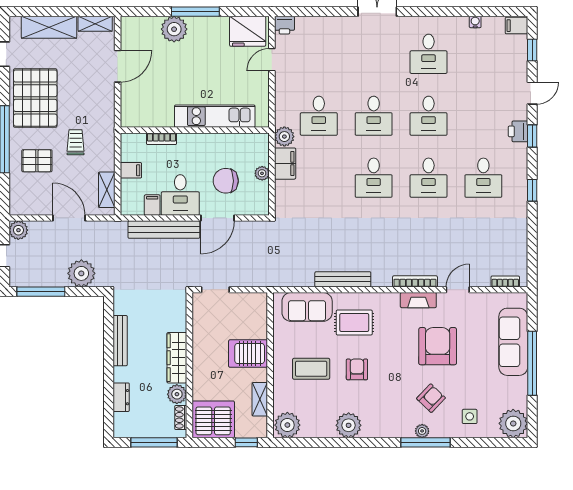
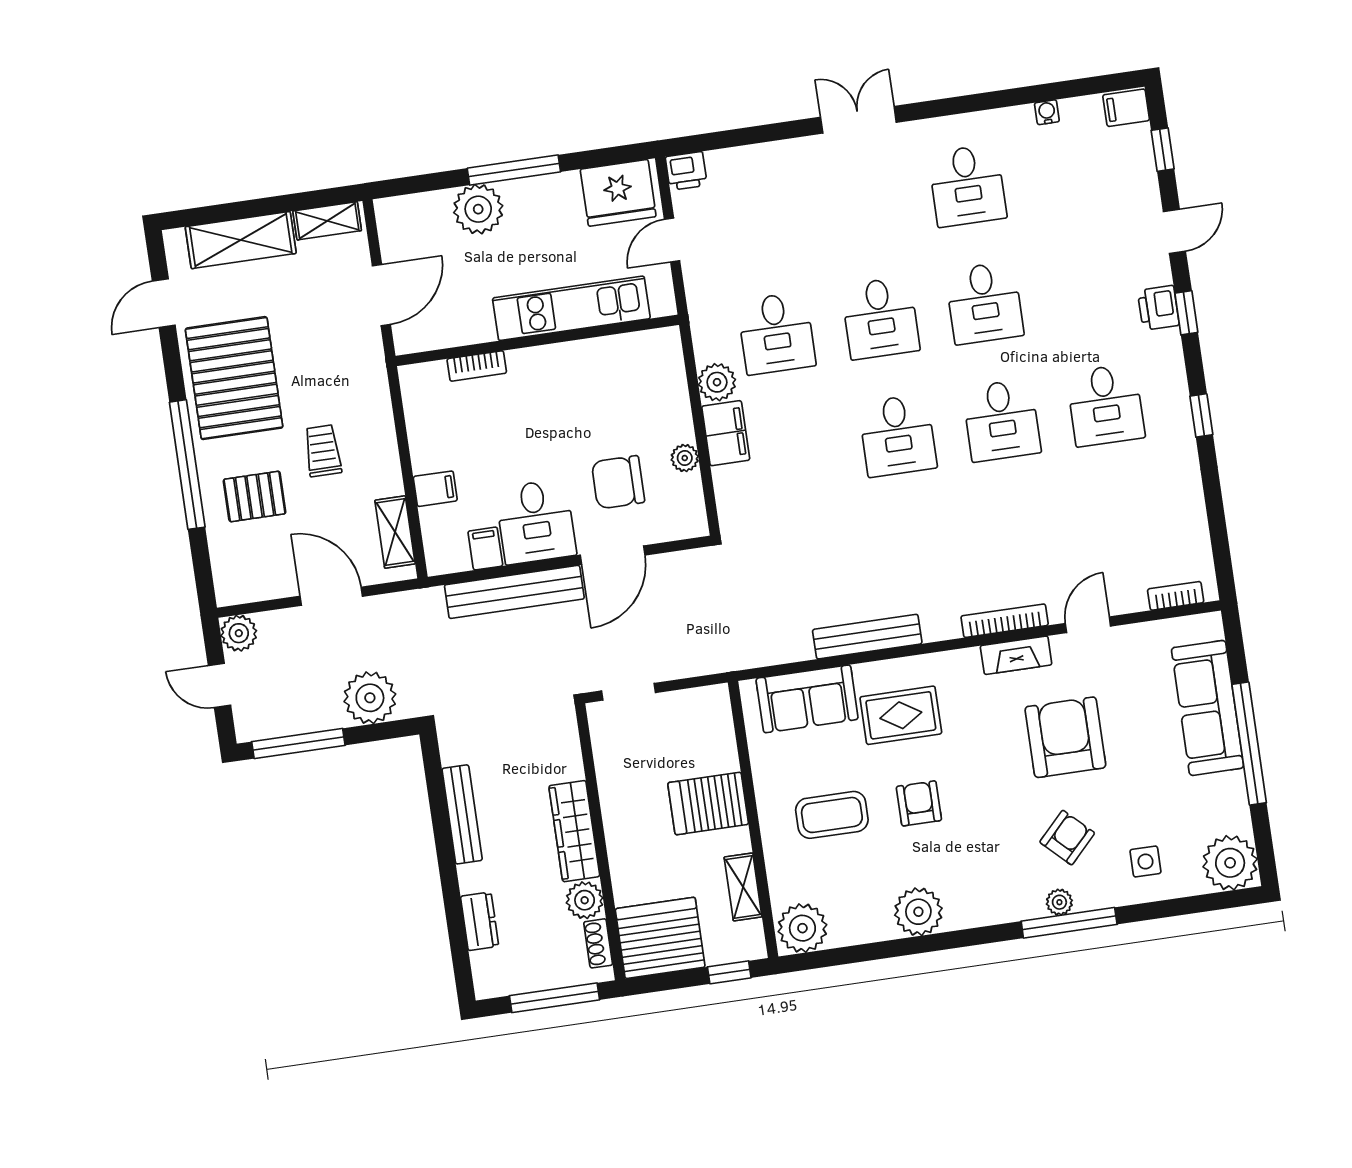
kitchen unit: (215, 116) -> (571, 308), moved
wall: (195, 130) -> (537, 340), moved
bookcase: (161, 139) -> (477, 366), moved

